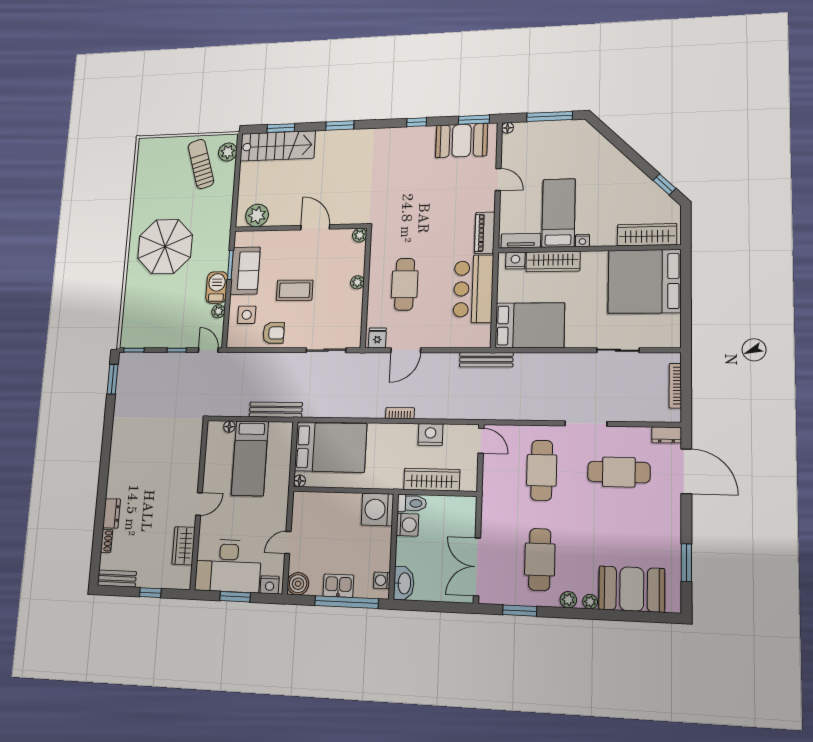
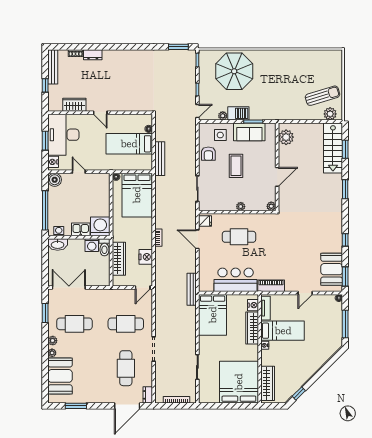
parasol: (165, 247) -> (234, 71), moved
bench: (117, 578) -> (53, 67), width x1.36
kitchen sink: (338, 586) -> (81, 229), moved, turned -90

